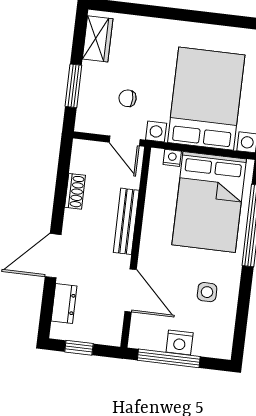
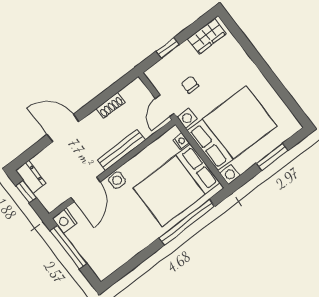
window: (73, 86) -> (168, 48), width x0.67
side table: (207, 292) -> (117, 180), moved
dresser: (64, 304) -> (31, 177), moved, turned -90
nightstand: (180, 342) -> (65, 221), moved

